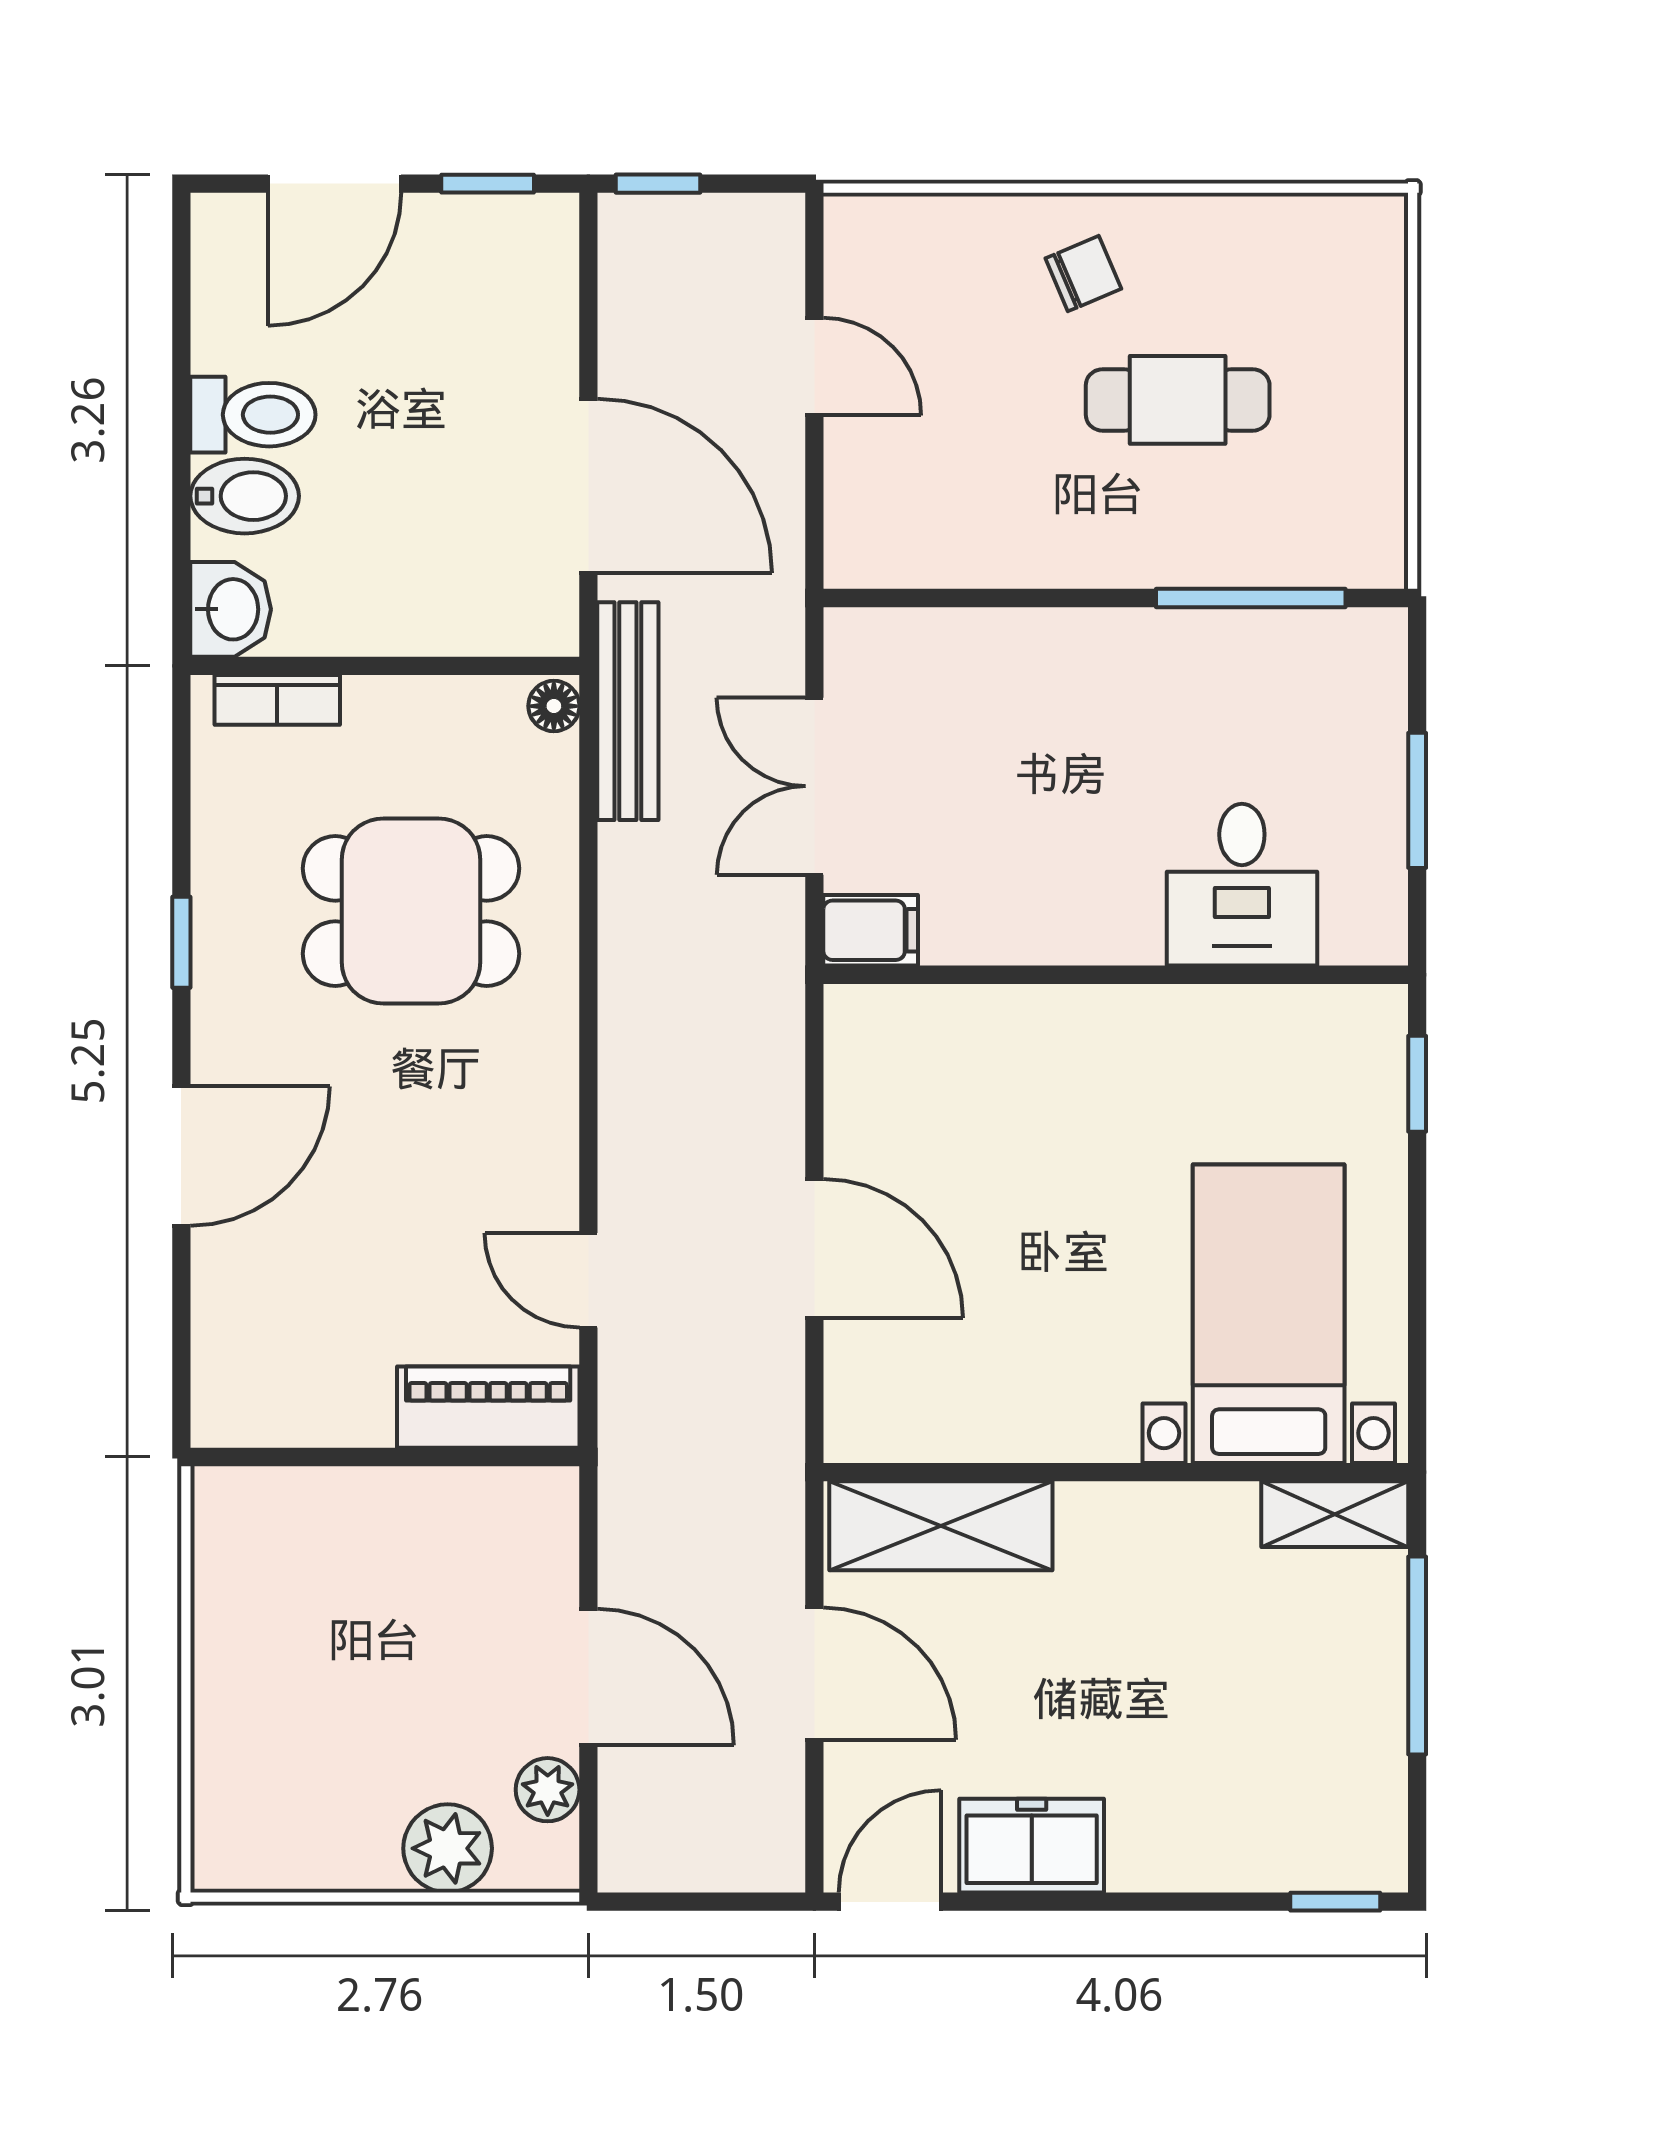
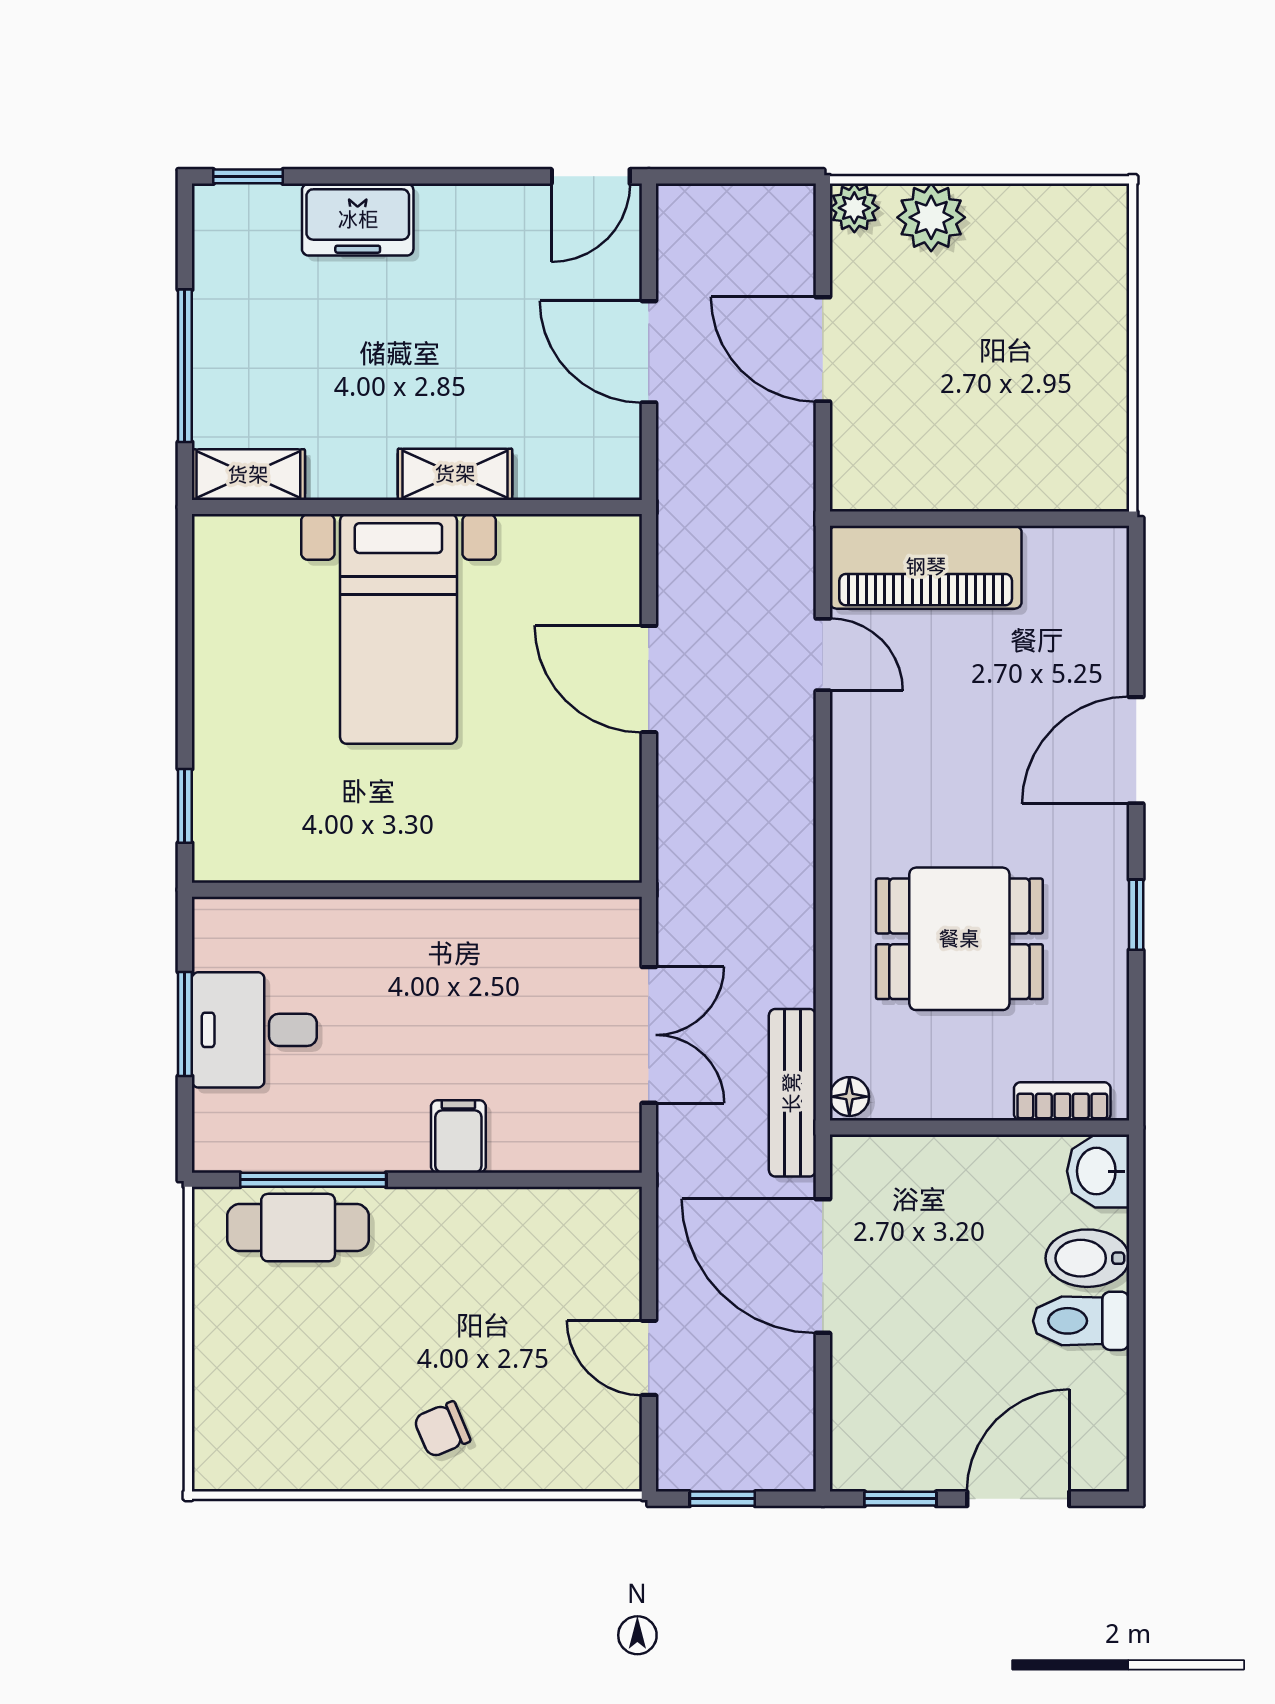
window: (658, 184) -> (722, 1499), moved
cafe table: (1178, 400) -> (298, 1228), moved
desk: (1242, 885) -> (254, 1030), moved, turned -90
filing cabinet: (871, 930) -> (458, 1136), moved, turned 90
bed with nightstands: (1269, 1314) -> (398, 629), moved
piano: (488, 1407) -> (926, 567), width x1.37, depth x1.33
shelving: (941, 1526) -> (455, 474), moved, width x0.67, depth x0.75
plant: (548, 1790) -> (854, 208), moved
freezer: (1032, 1846) -> (358, 220), moved

